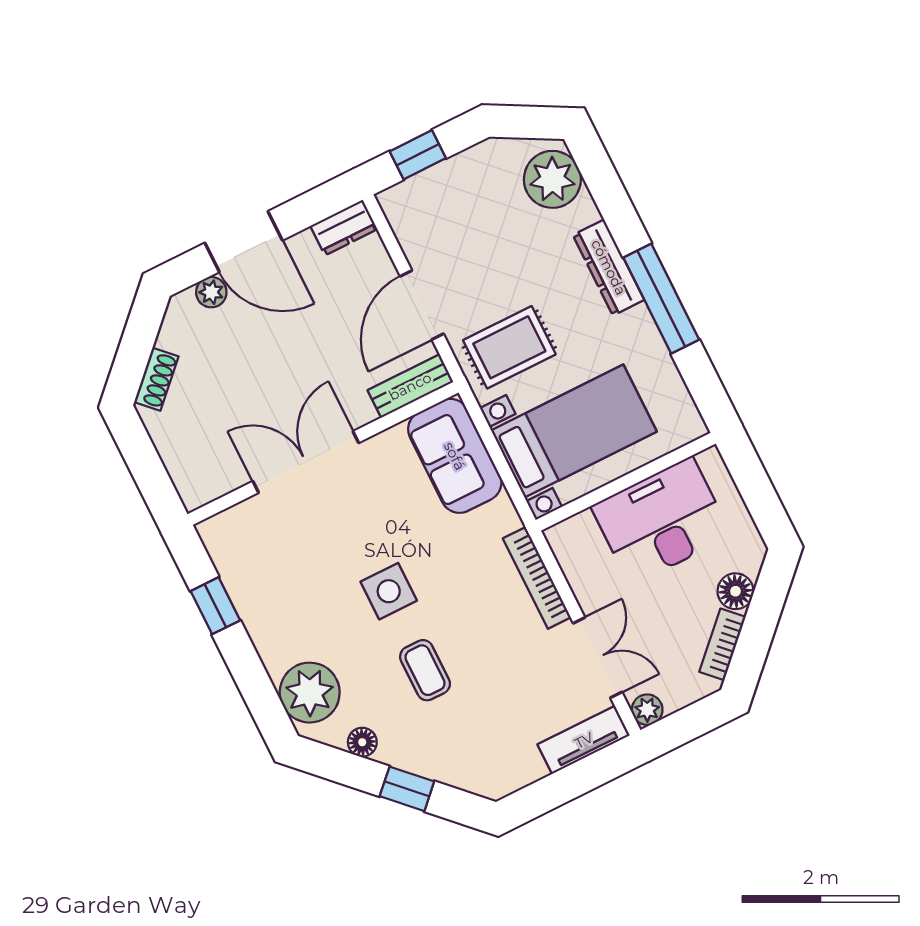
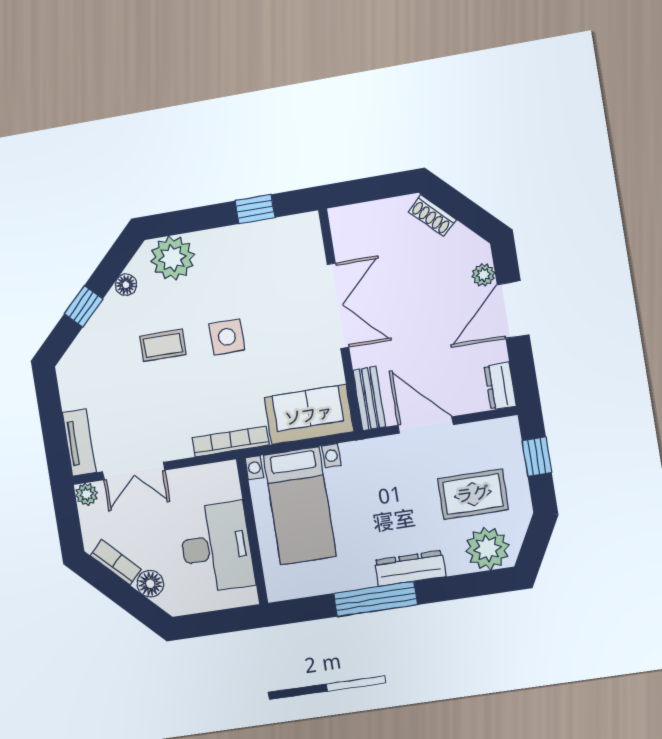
rug: (509, 347) -> (473, 494), moved, turned 90
bookcase: (537, 578) -> (231, 441), moved

